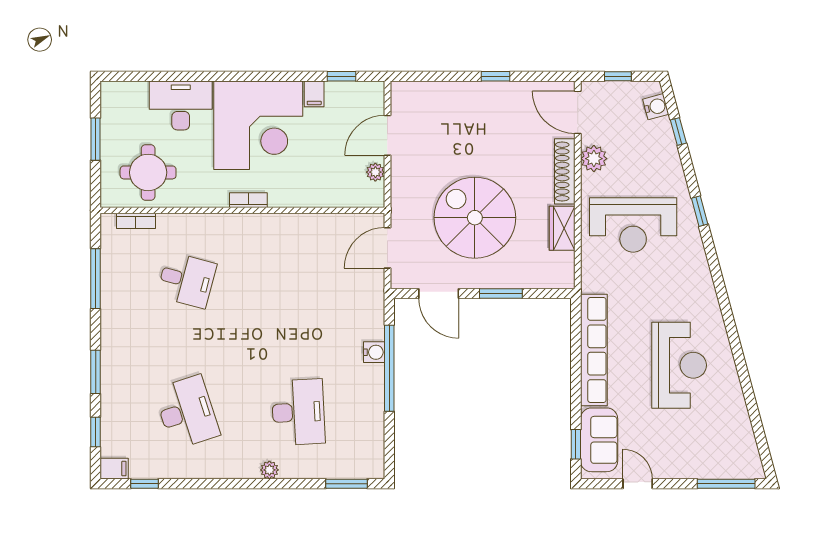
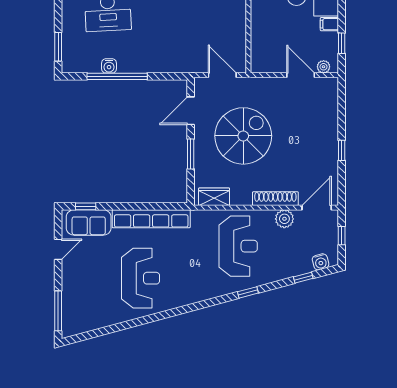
plant: (375, 172) -> (324, 67), moved
reception desk: (633, 225) -> (238, 246), turned 180
wardrobe: (562, 228) -> (214, 197), moved
water cooler: (374, 352) -> (109, 66), moved
reception desk: (679, 365) -> (141, 278), turned -90
window: (389, 368) -> (117, 76), moved

